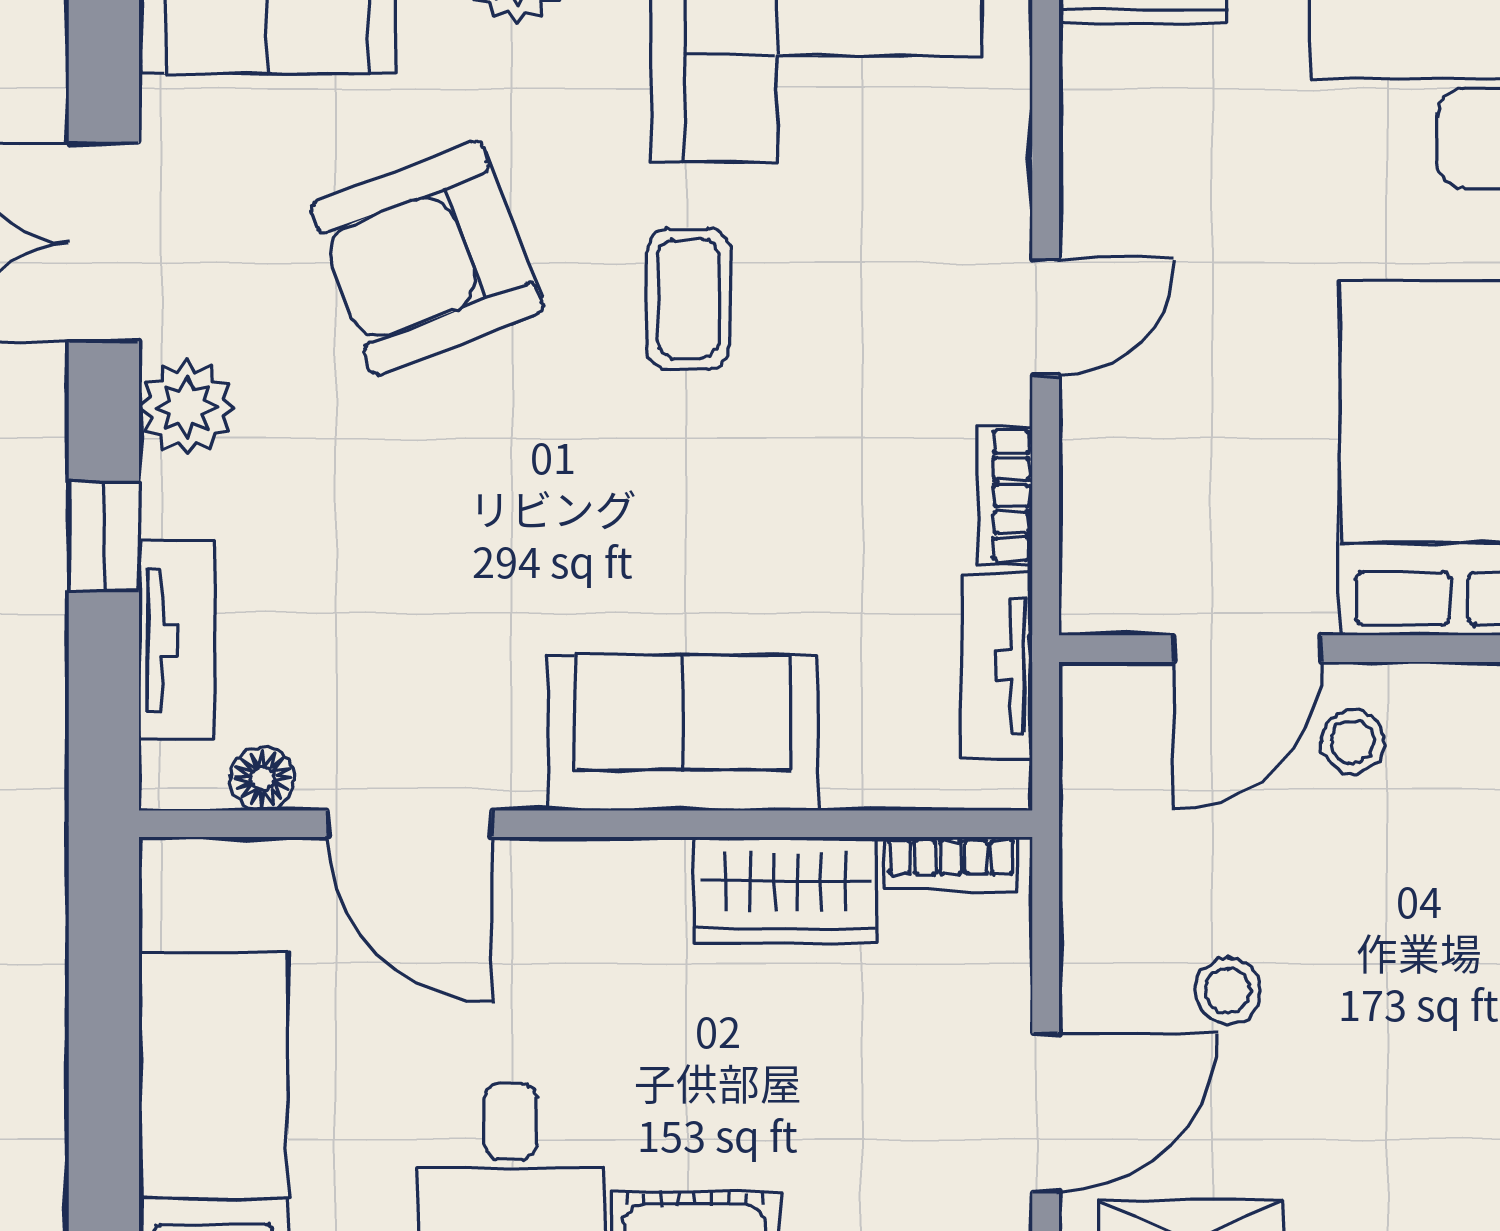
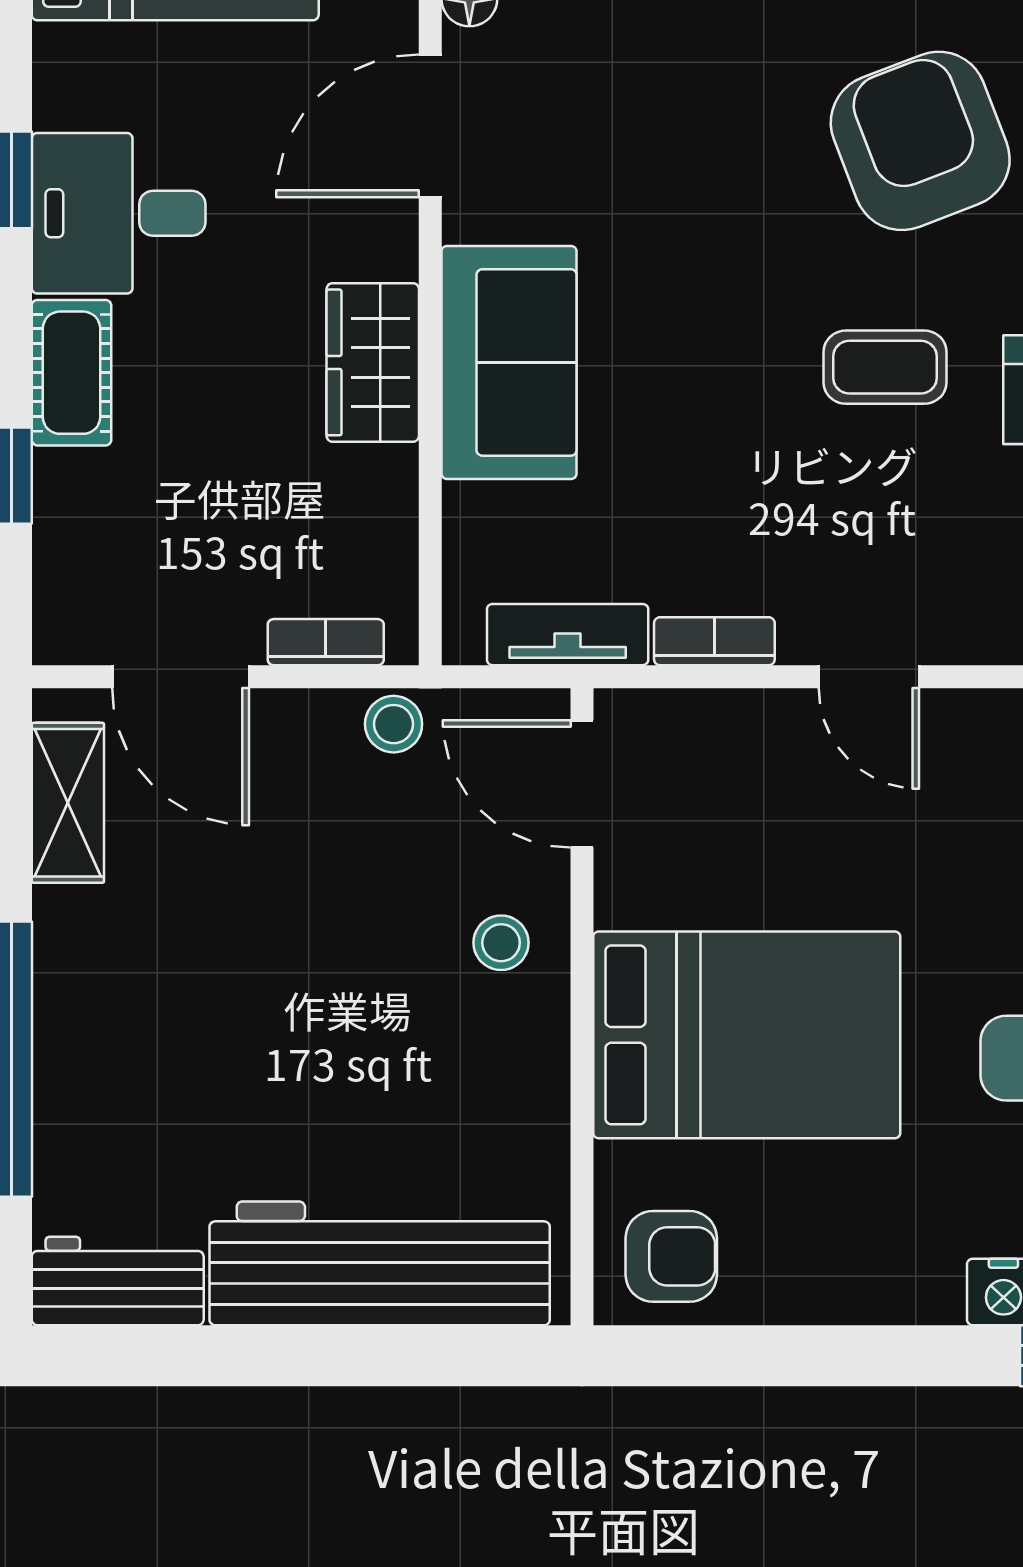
door: (1247, 649) -> (582, 784), moved
bookcase: (951, 864) -> (326, 642), moved, turned 90
wardrobe: (785, 890) -> (373, 362), moved
stool: (1228, 991) -> (394, 724), moved

